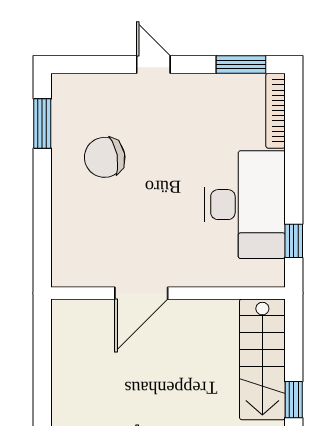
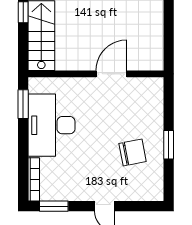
window: (42, 123) -> (169, 145), moved
window: (294, 241) -> (23, 104), width x1.50

